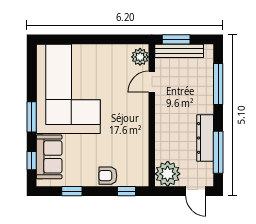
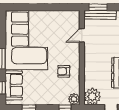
plant: (140, 57) -> (74, 99), moved
armchair: (108, 176) -> (64, 71), moved

